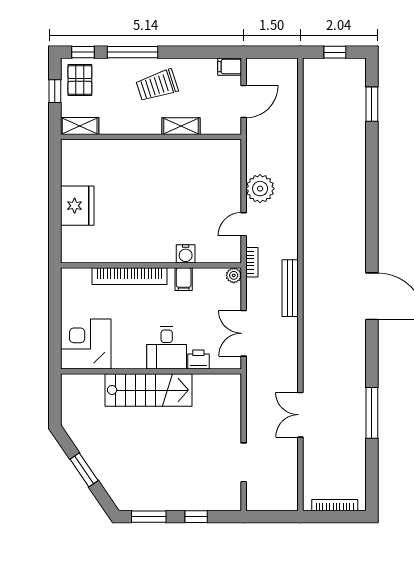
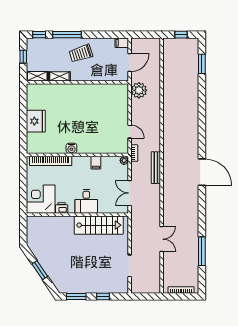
pallet: (80, 80) -> (37, 50), removed
shelving: (181, 126) -> (59, 76), moved
plant: (260, 189) -> (139, 90), moved
door: (244, 224) -> (130, 132), swing flipped
water cooler: (186, 254) -> (71, 148), moved
bookcase: (129, 276) -> (51, 161), moved
printer: (198, 360) -> (62, 208), moved
stairs: (148, 390) -> (99, 225), moved
window: (372, 413) -> (202, 251), moved
double door: (300, 415) -> (162, 239), swing flipped

